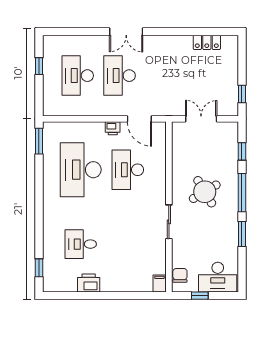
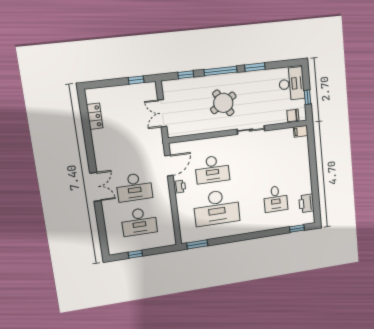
printer: (89, 283) -> (306, 203), moved

